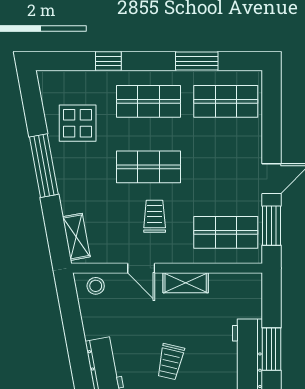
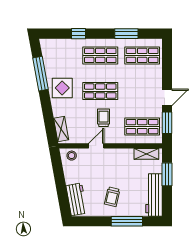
display table: (78, 123) -> (62, 88), moved
window: (44, 166) -> (40, 74), moved
door: (141, 268) -> (96, 146), swing flipped
shelving: (186, 283) -> (146, 154), moved
window: (271, 349) -> (167, 174), moved

